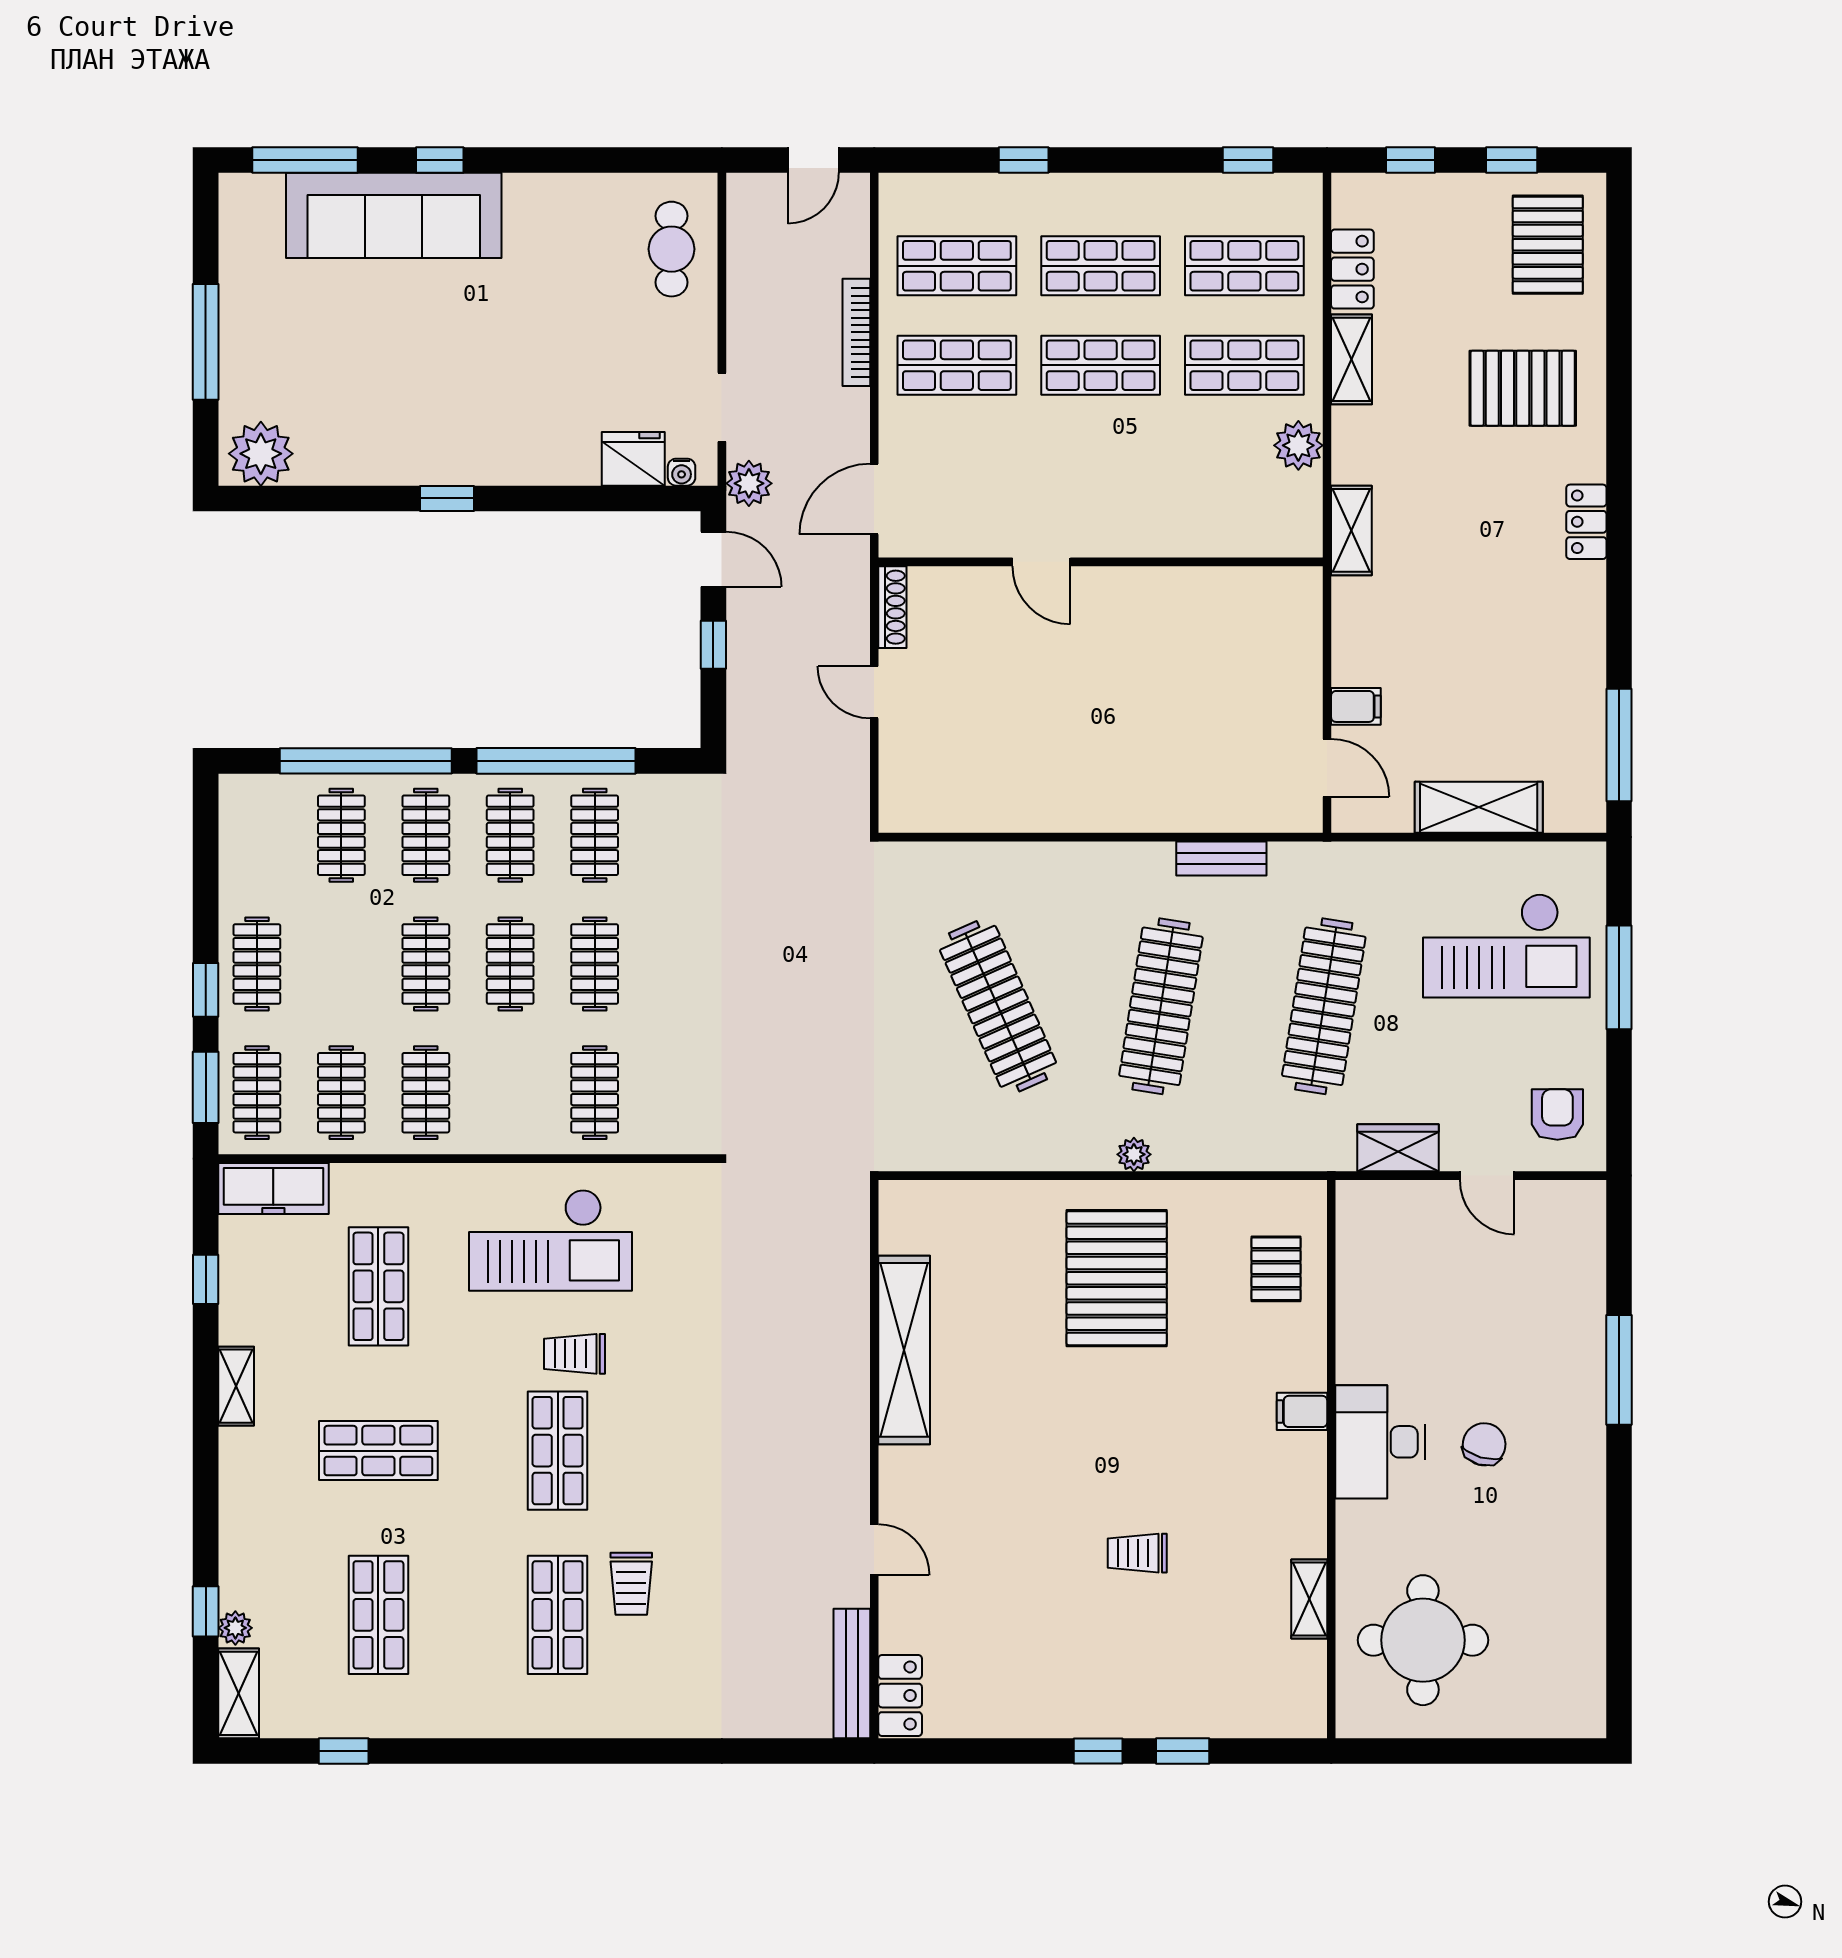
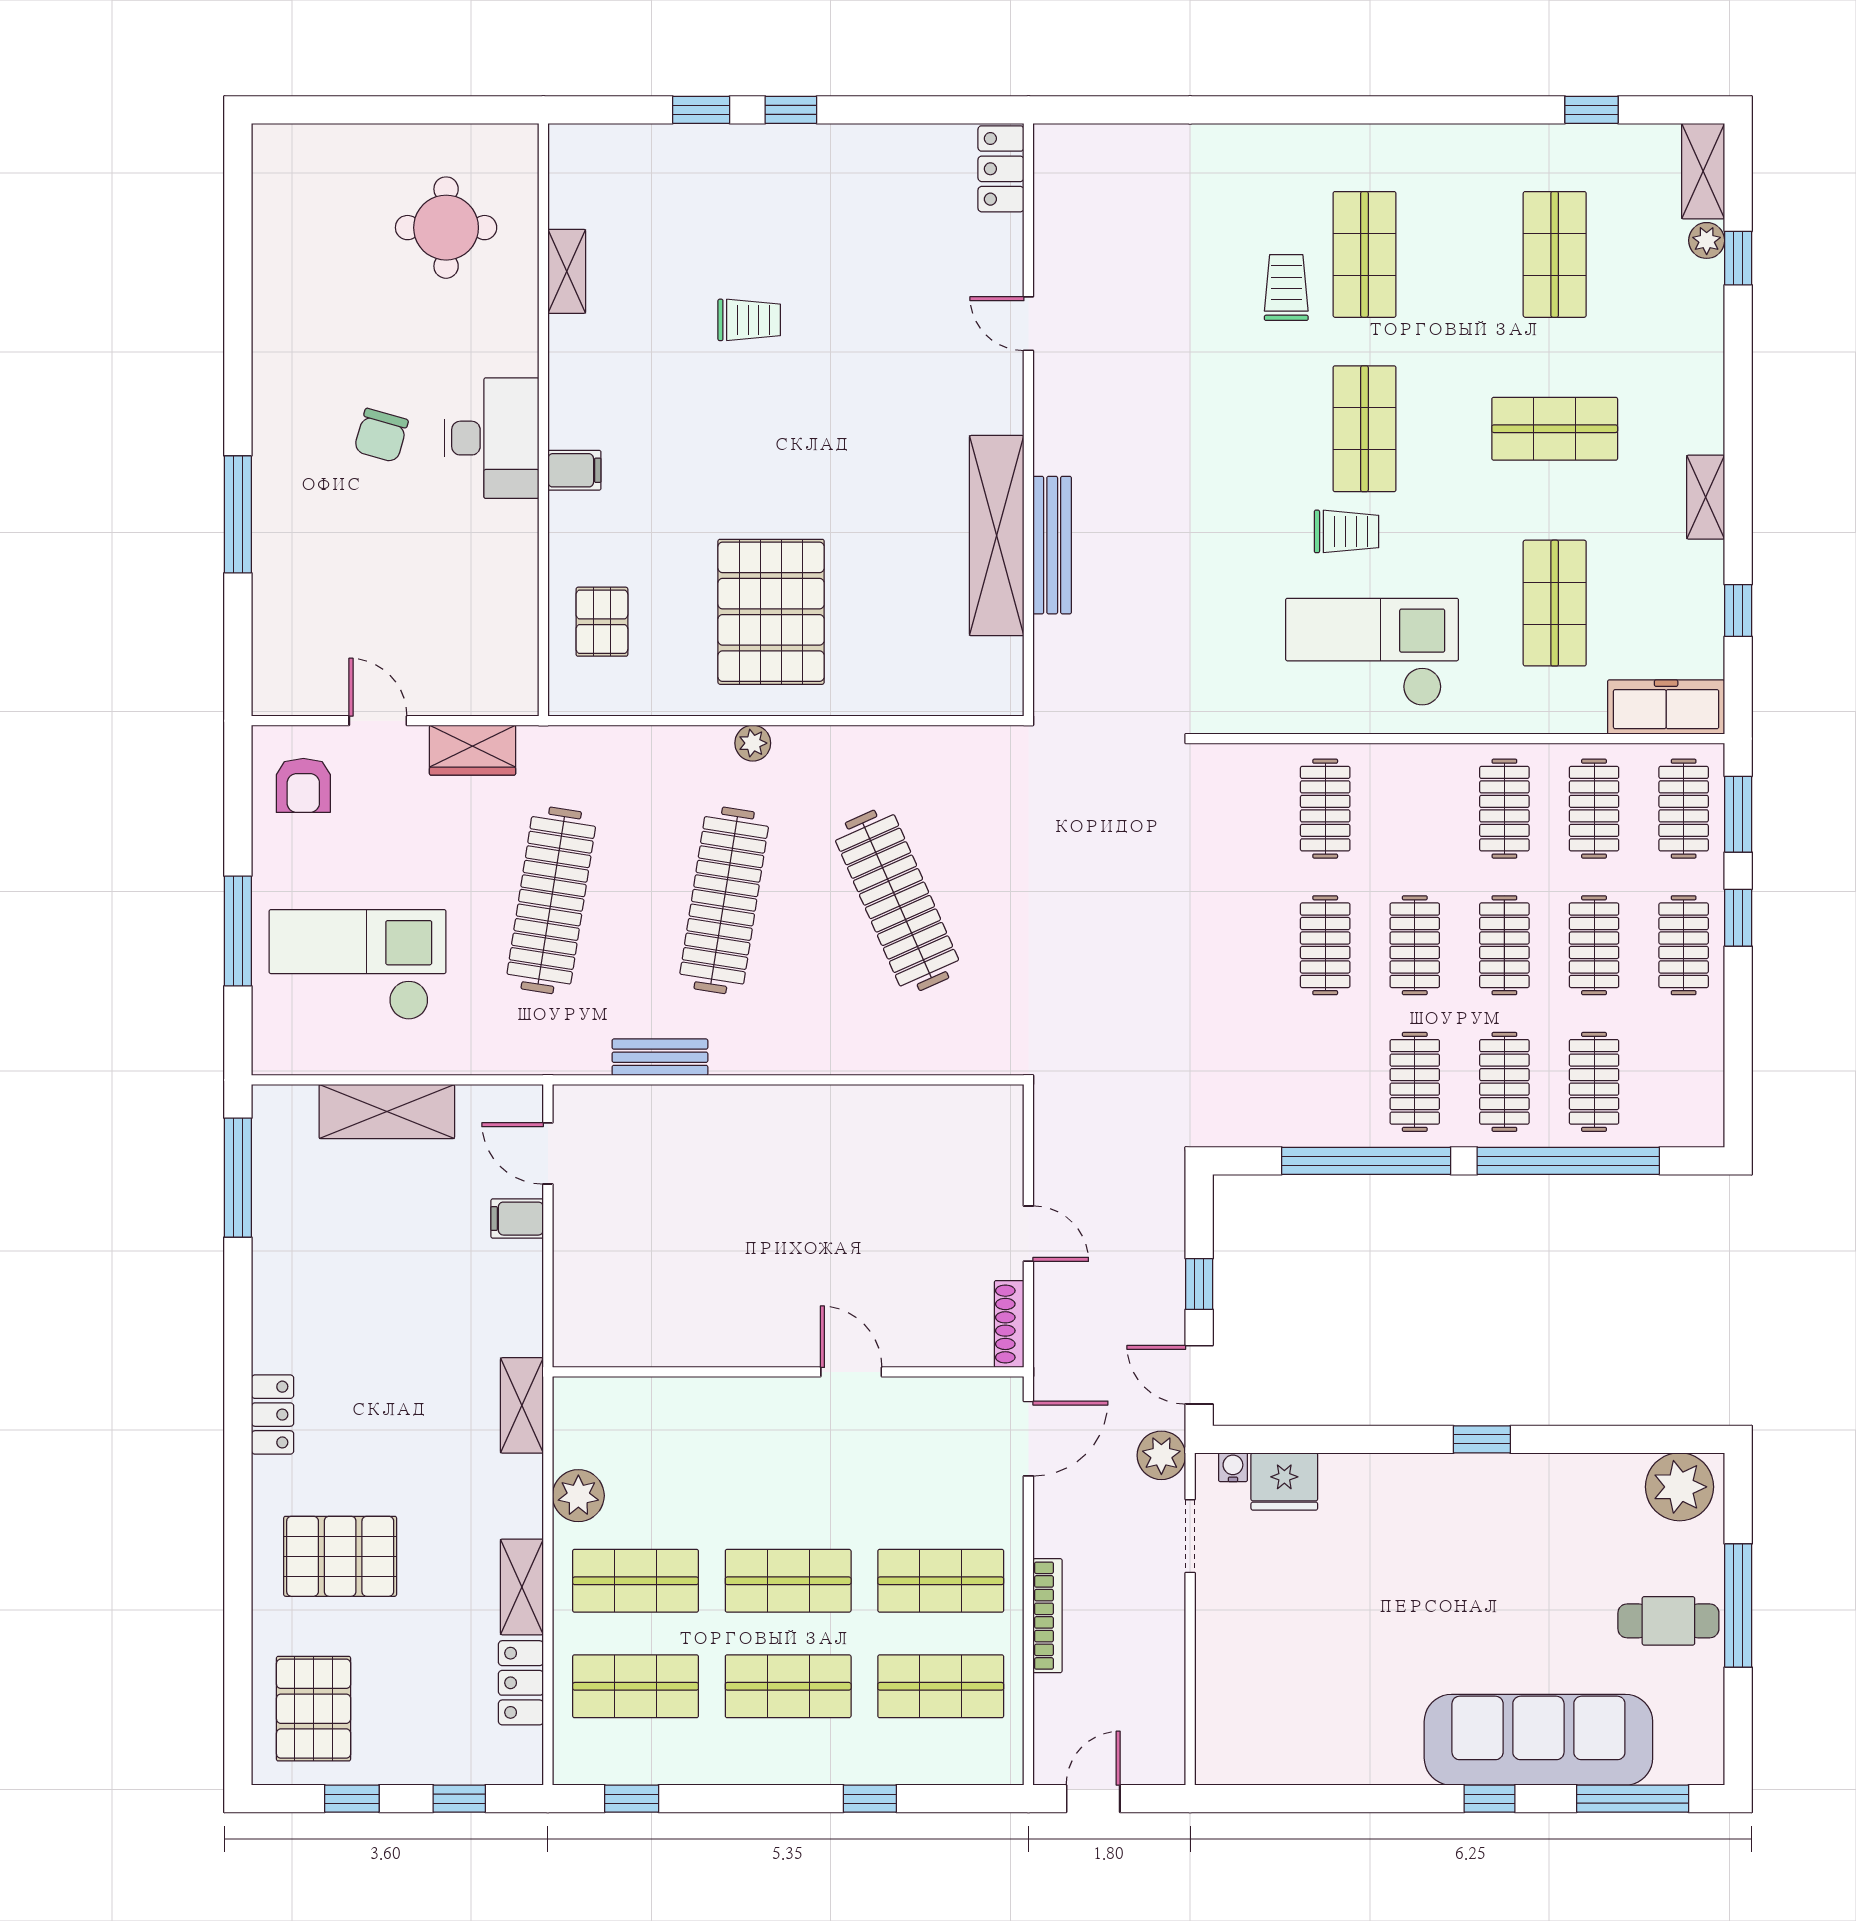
cafe table: (671, 249) -> (1668, 1621), moved, turned 90
clothes rail: (595, 835) -> (1594, 945), moved
round table: (1423, 1640) -> (446, 228), width x0.73, depth x0.73
bench: (852, 1674) -> (1052, 545), moved

